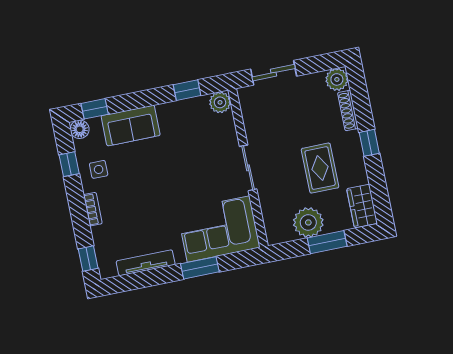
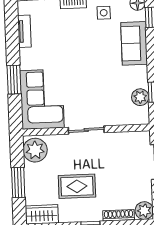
plant: (220, 102) -> (140, 97), moved
plant: (308, 222) -> (35, 150), moved
tv unit: (146, 263) -> (24, 31), width x0.71

